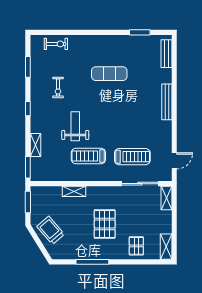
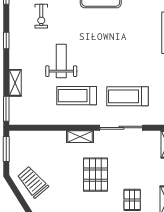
treadmill: (132, 157) -> (128, 96), turned 180
sliding door: (140, 184) -> (121, 128), moved
shelving: (74, 191) -> (80, 137), moved

